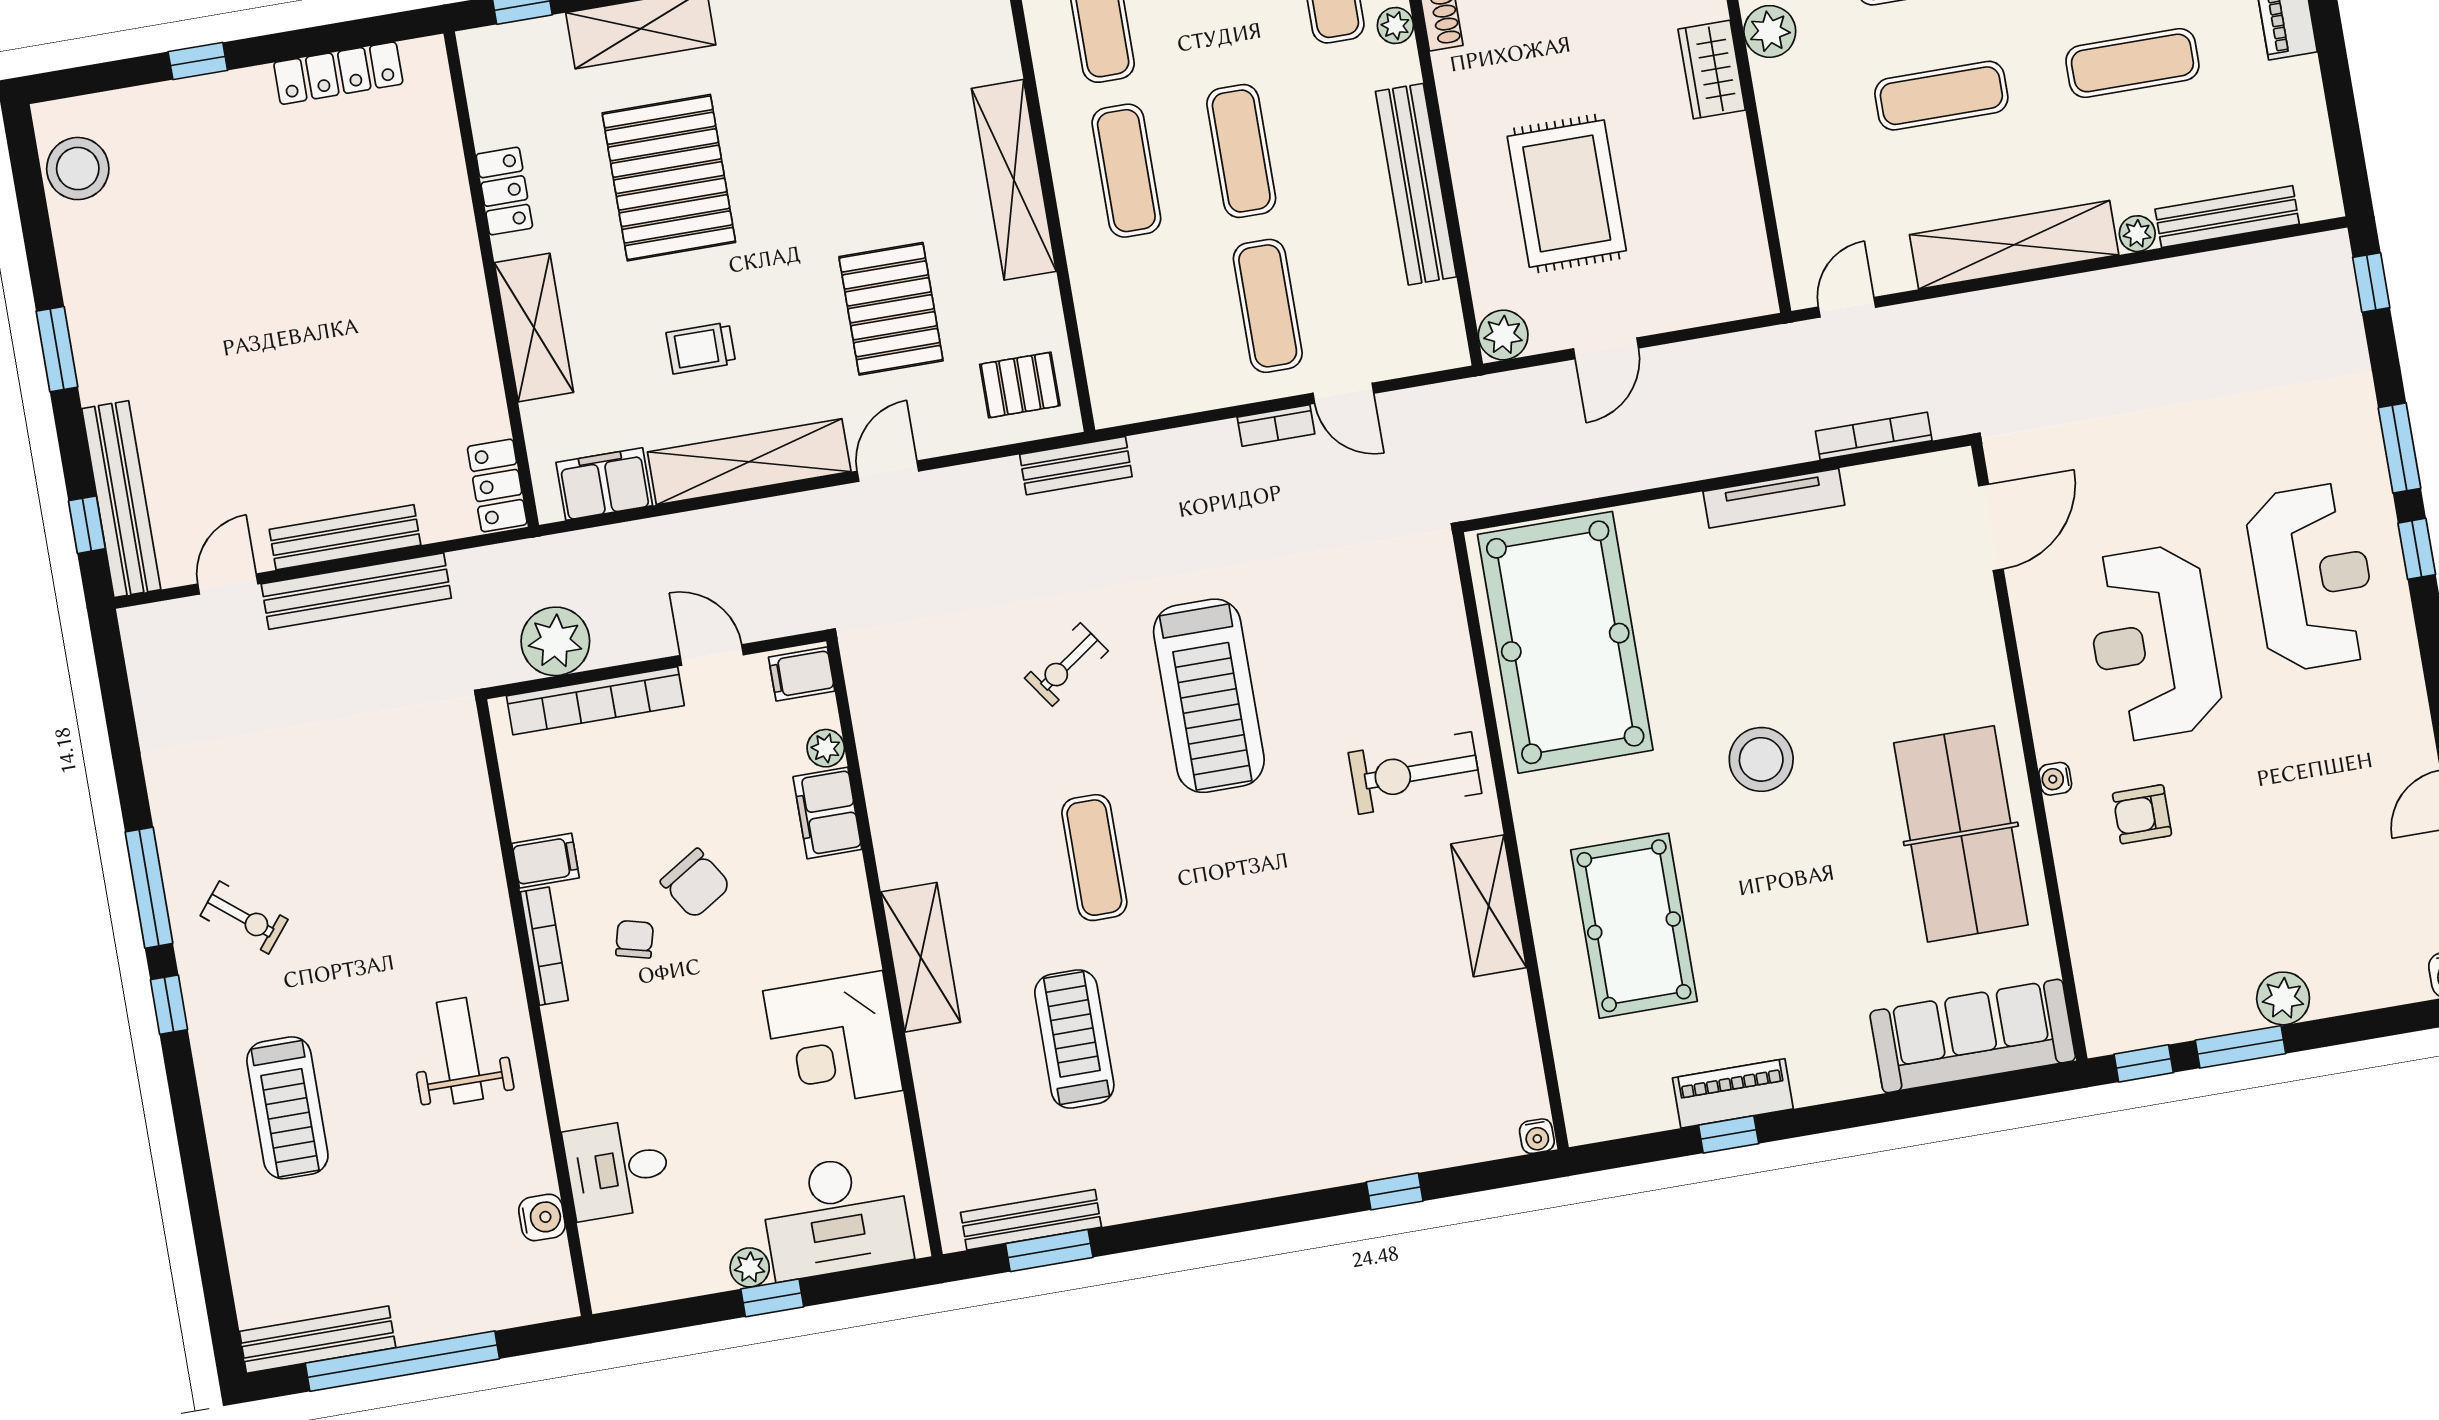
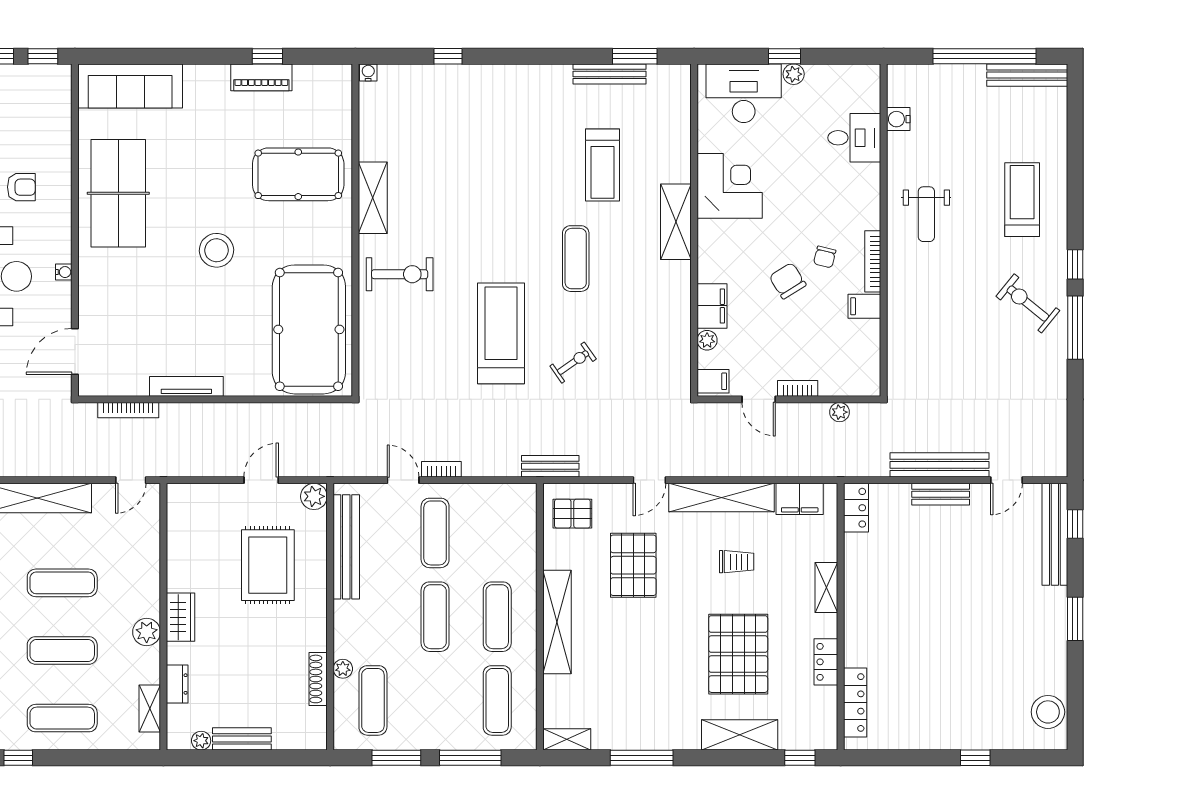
locker: (338, 73) -> (855, 703), moved, turned 90
bench: (1416, 184) -> (346, 547), moved
shelving: (534, 328) -> (826, 587), width x0.67, depth x0.75
bench: (345, 537) -> (941, 494), width x0.73
plant: (555, 641) -> (839, 412), width x0.53, depth x0.53
bookcase: (595, 701) -> (798, 388), width x0.43, depth x0.76
water cooler: (2055, 779) -> (64, 272), moved
exercise bike: (244, 918) -> (1028, 303), width x1.38, depth x1.39
pool table: (1634, 926) -> (298, 174), turned 90
bench: (1031, 1220) -> (610, 74), moved

